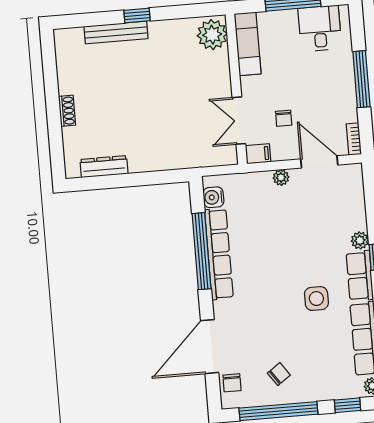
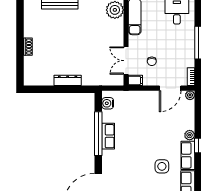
door: (319, 162) -> (170, 88), swing flipped
dresser: (104, 167) -> (68, 80), moved
plant: (281, 177) -> (190, 95), moved
row of seats: (219, 254) -> (108, 136), width x0.50

